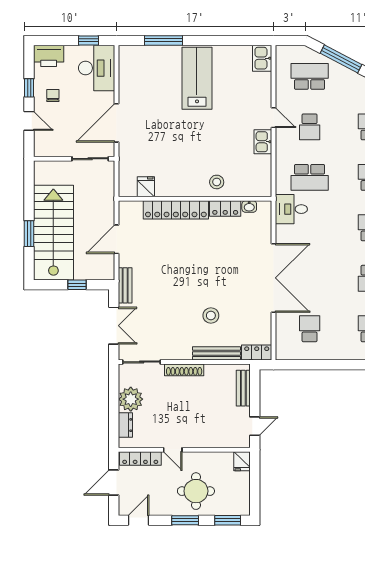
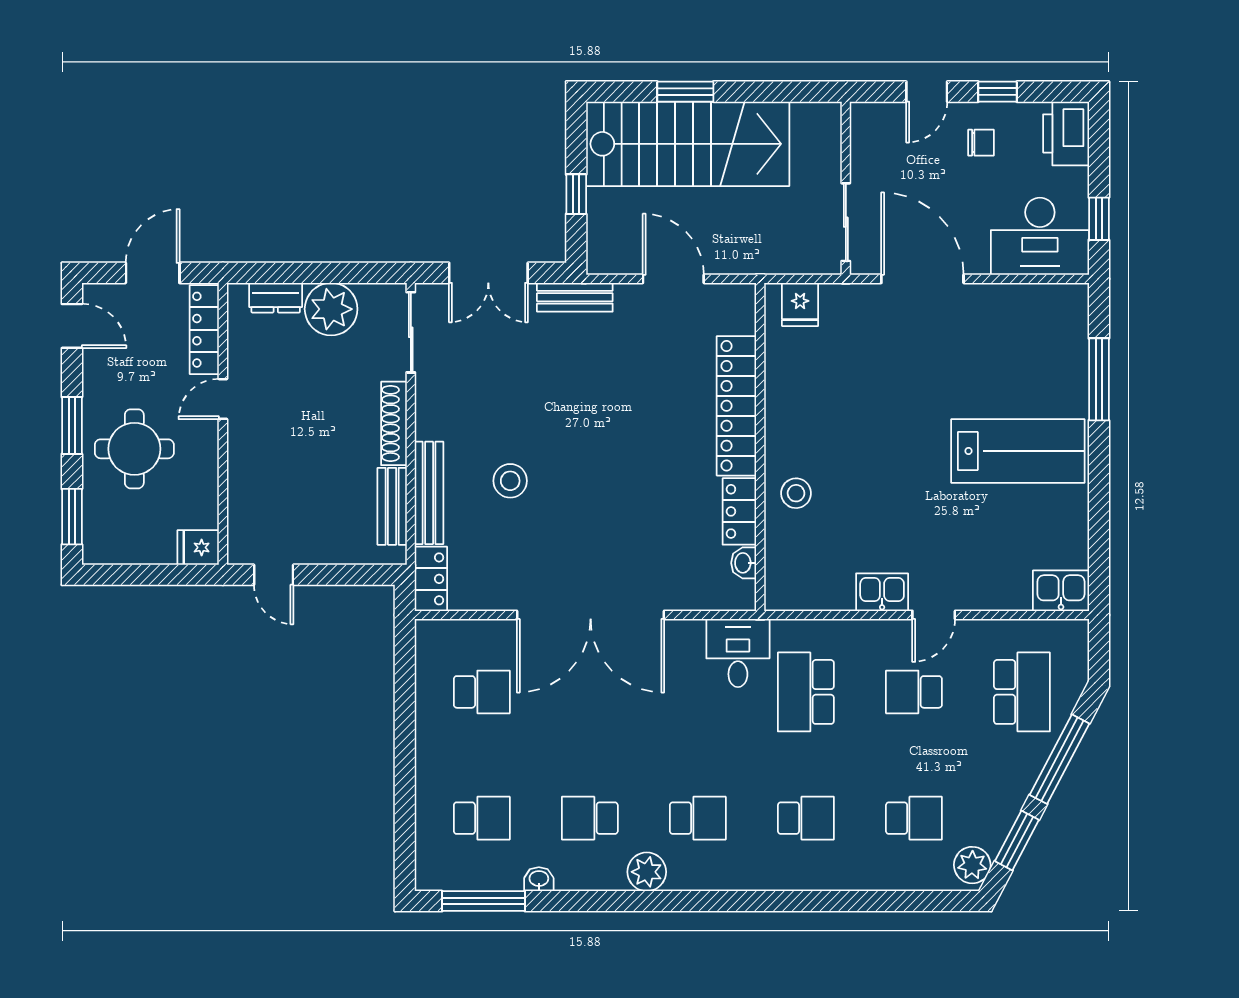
fridge: (146, 187) -> (800, 304), moved, turned 90
bench: (243, 388) -> (392, 506), moved, turned 90
door: (114, 483) -> (153, 273), hinge flipped

